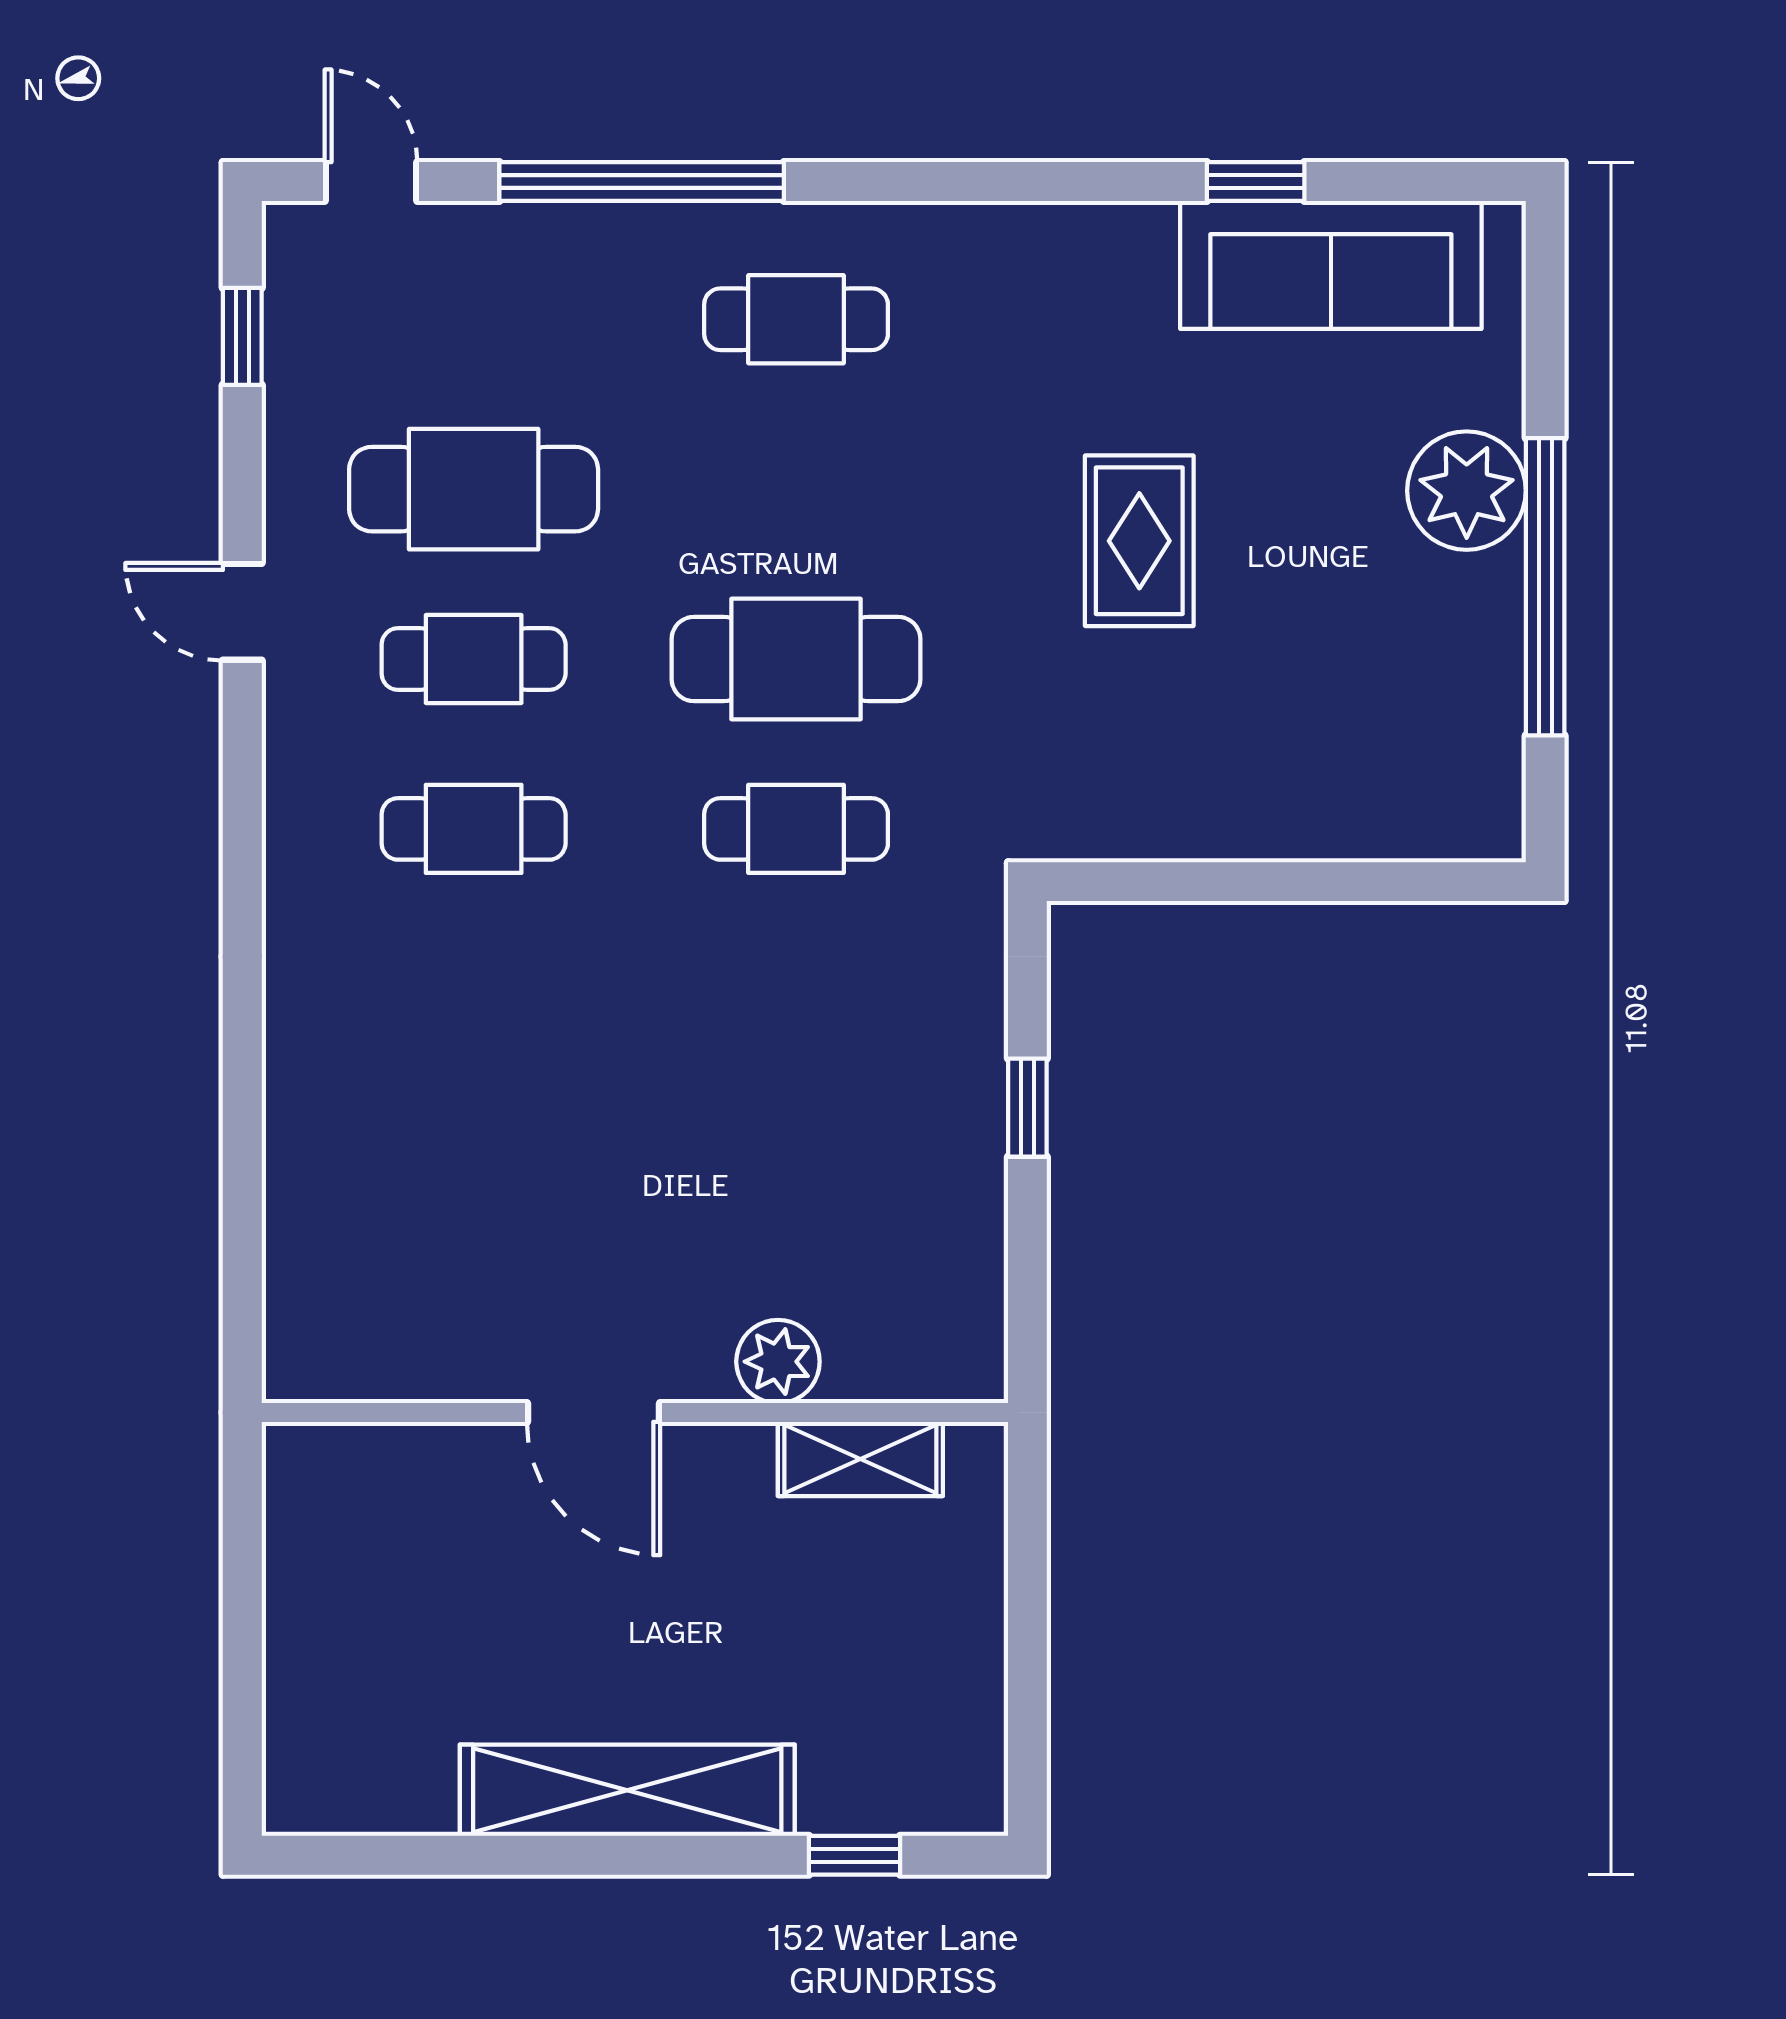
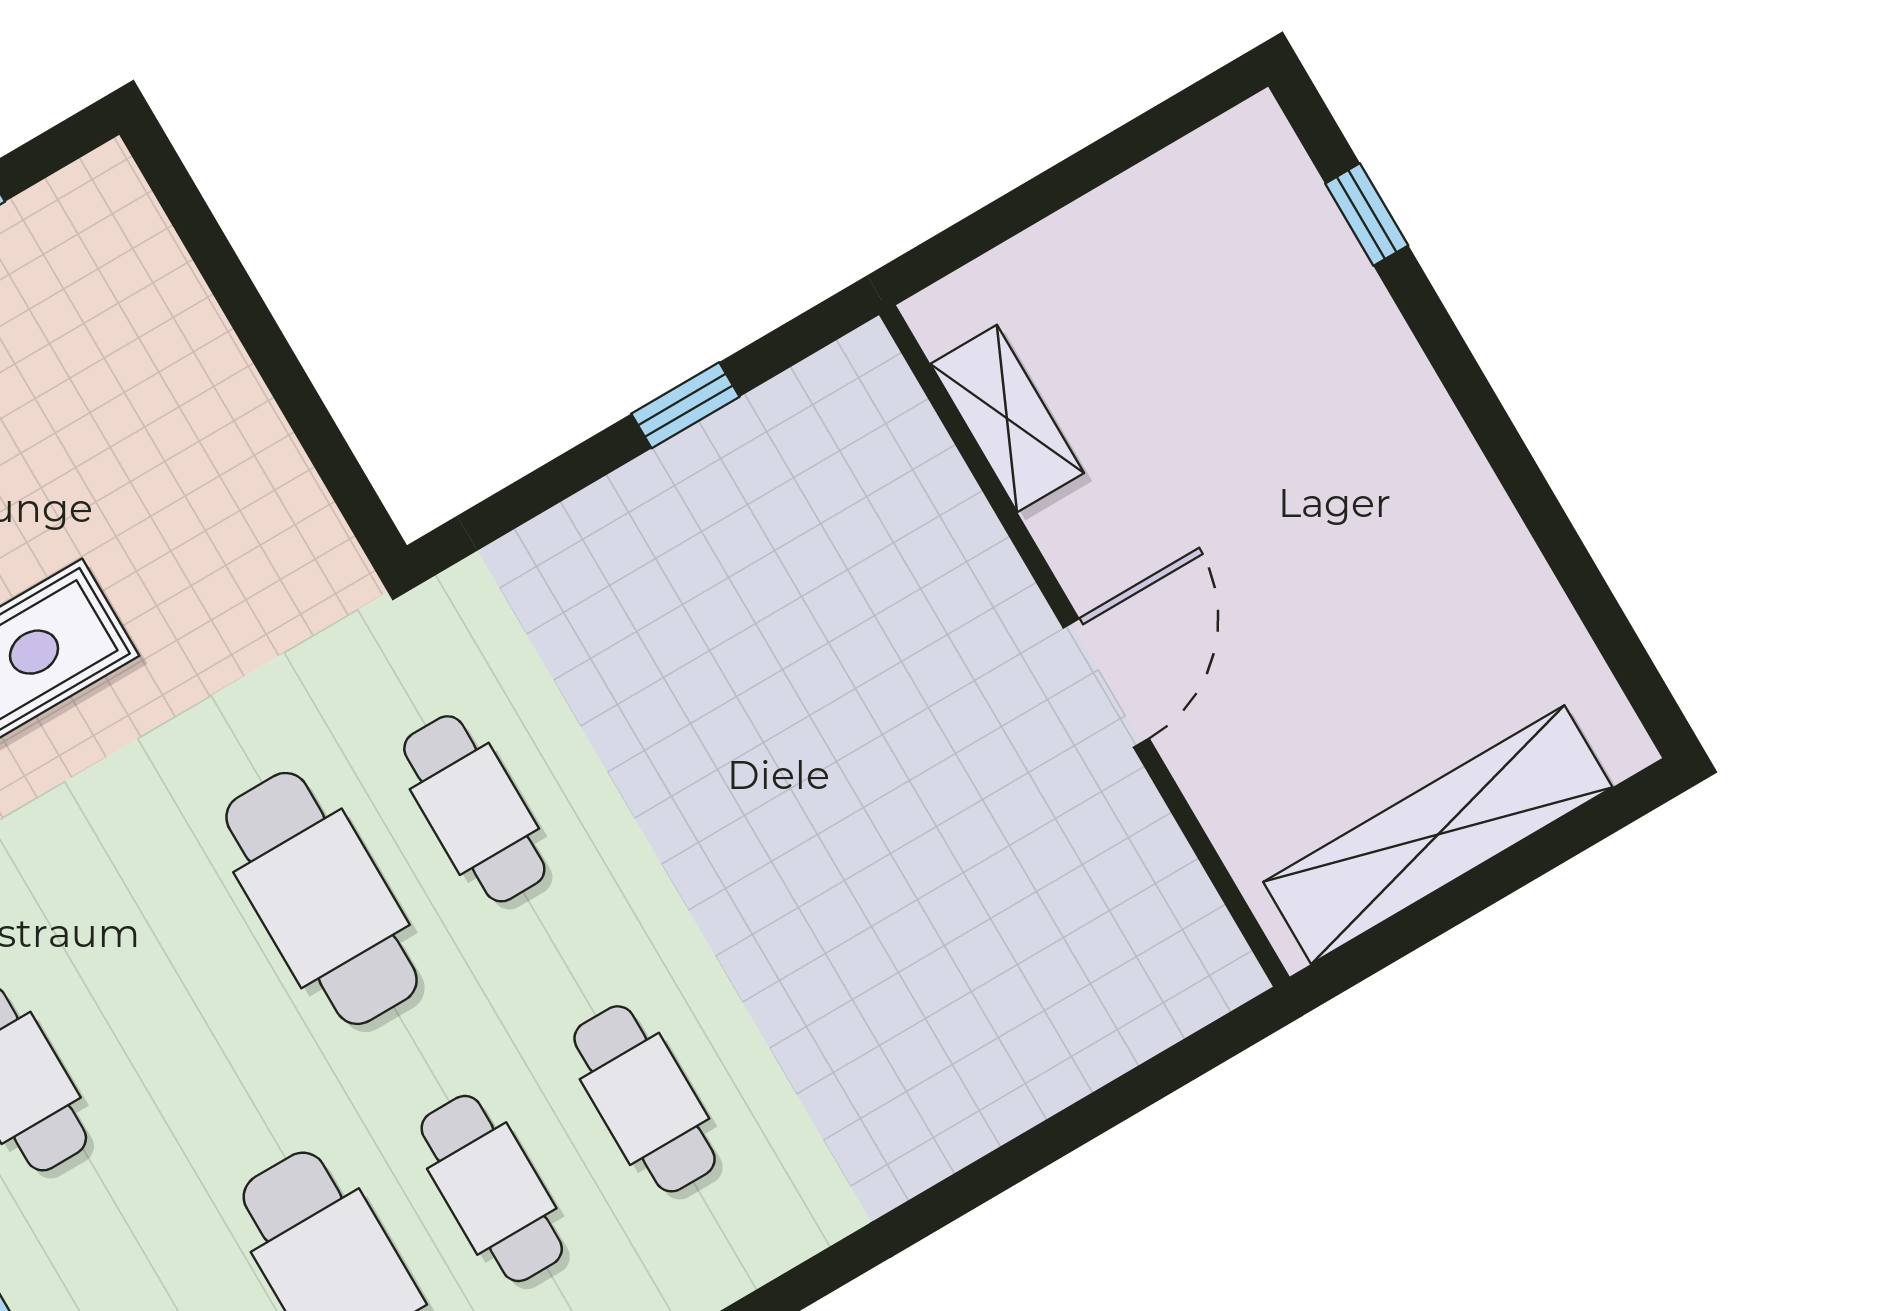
window: (1027, 1108) -> (685, 405), moved
plant: (778, 1362) -> (963, 544), removed
shelving: (627, 1790) -> (1438, 835), moved, turned 90

